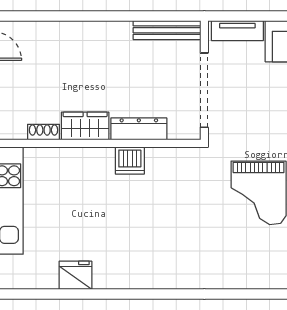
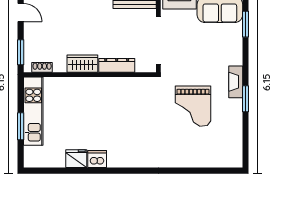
shoe rack: (43, 132) -> (42, 67), moved
dishwasher: (130, 160) -> (97, 159), moved, turned 180

